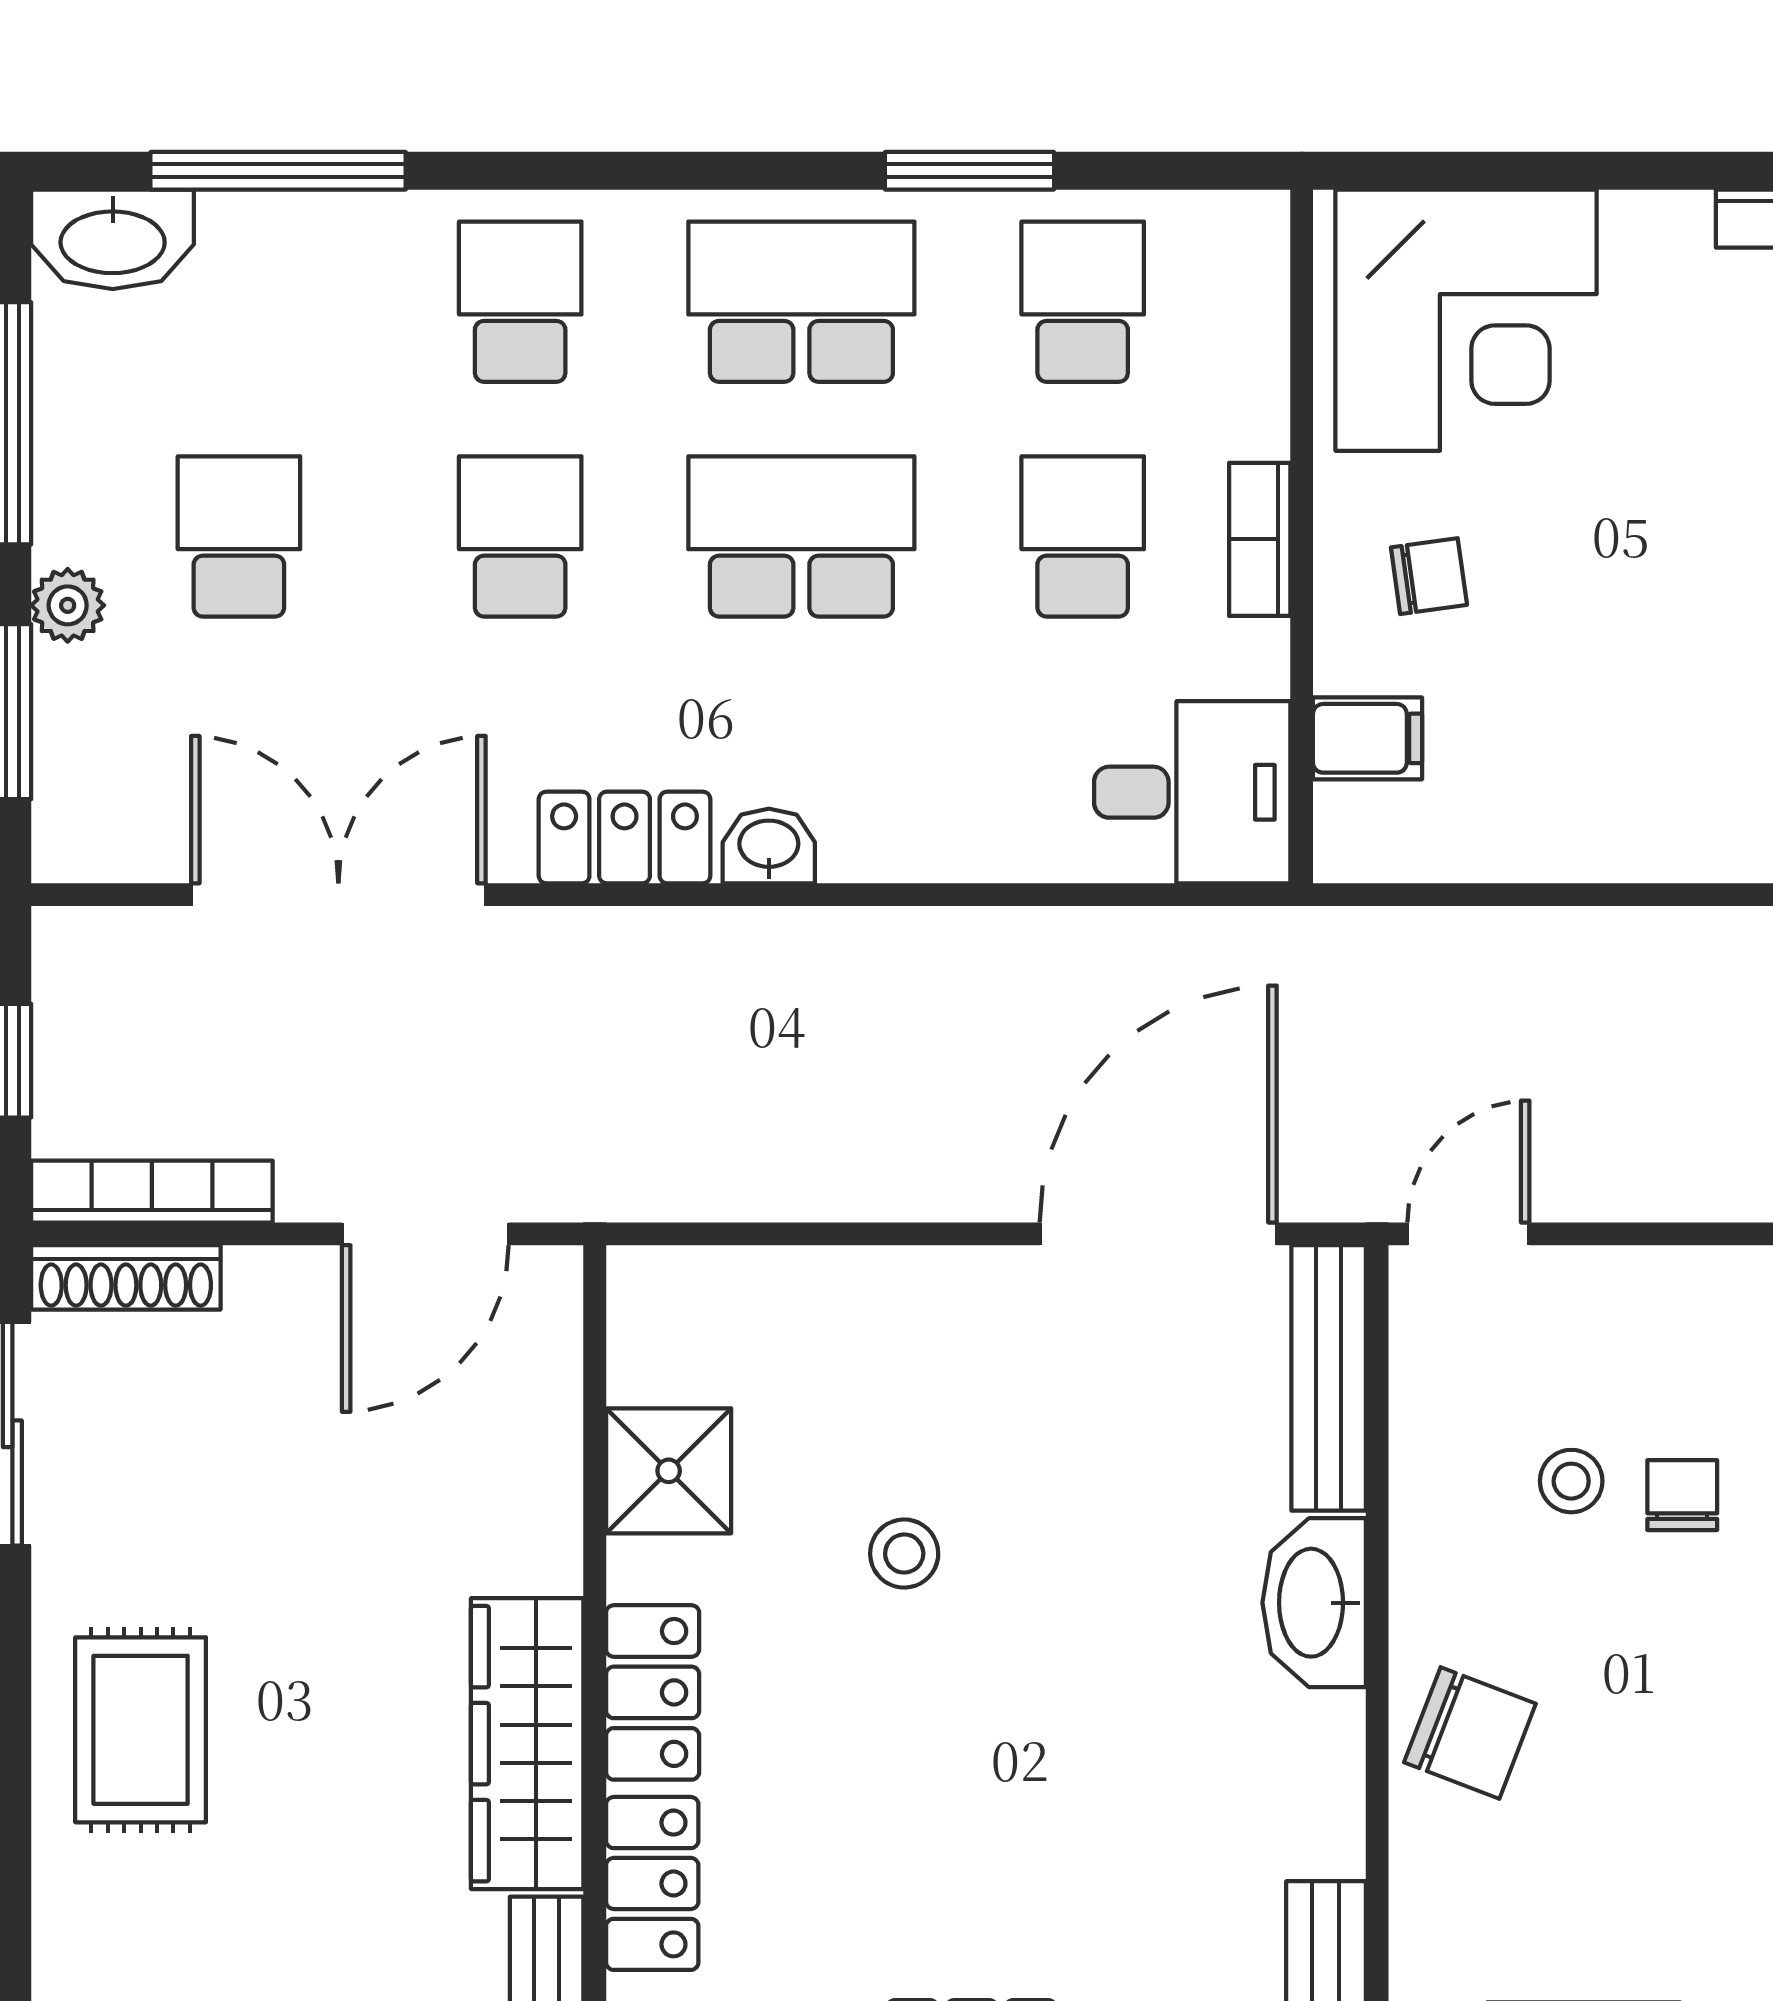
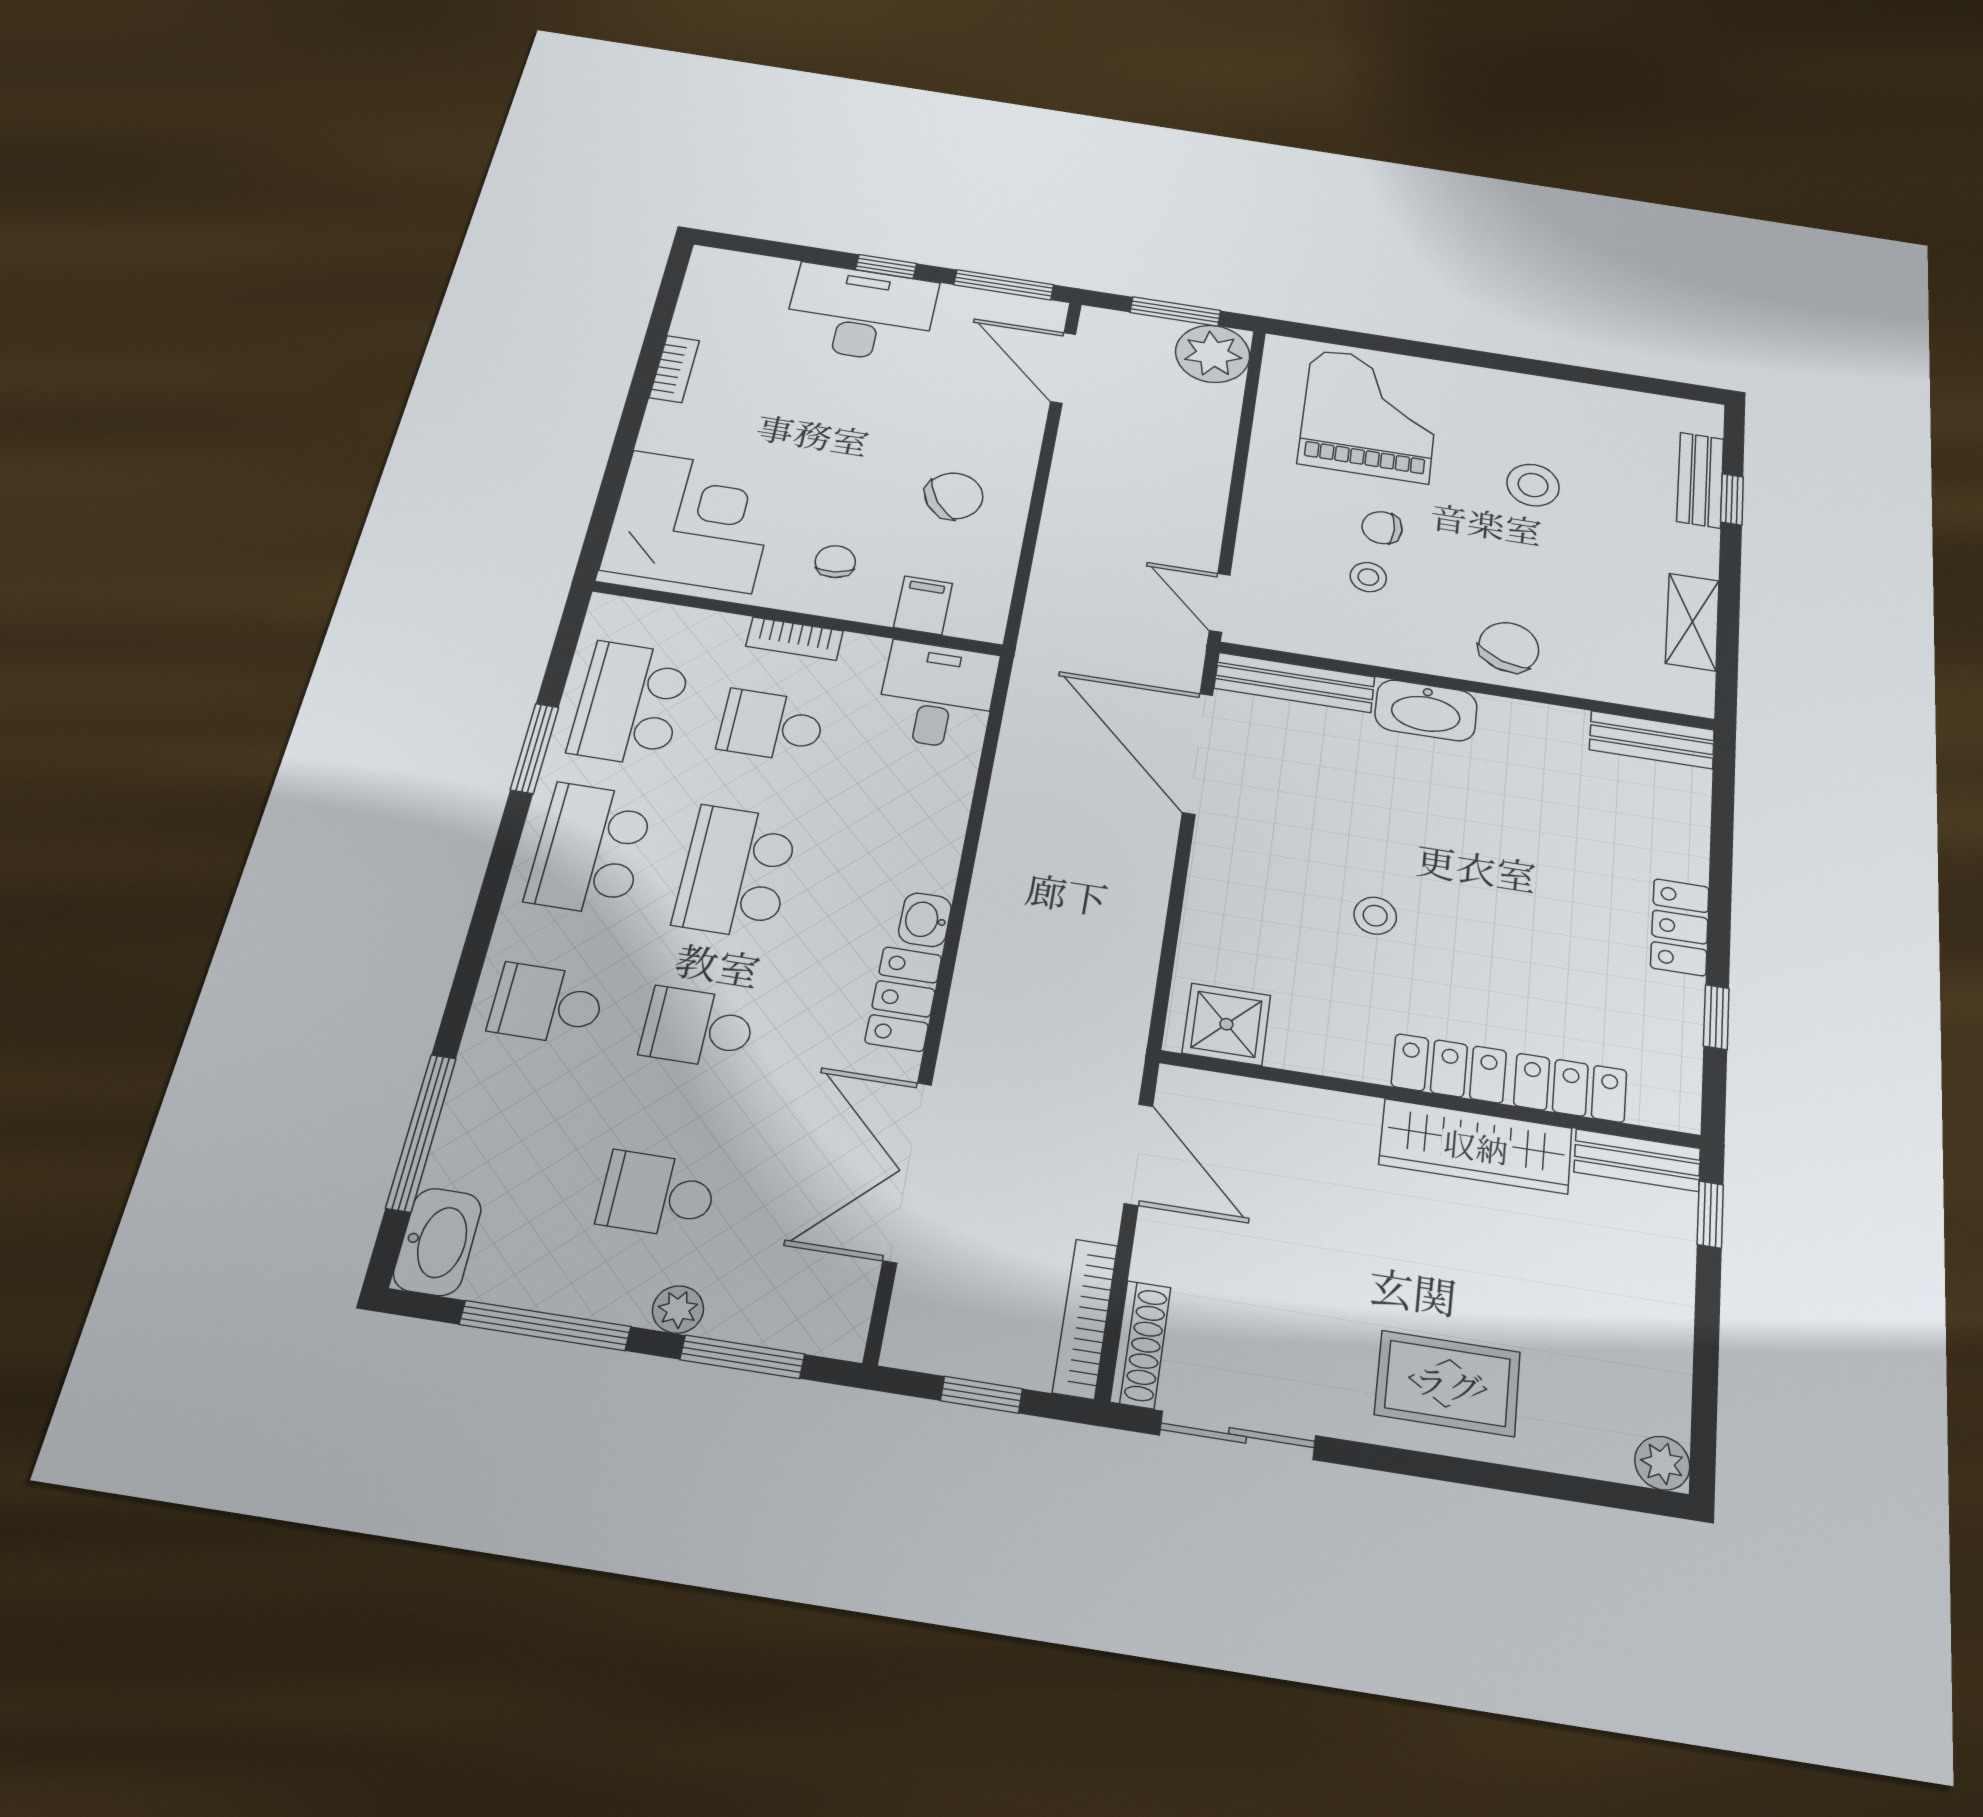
school desk: (1083, 302) -> (630, 704), width x1.85
chair: (1606, 751) -> (954, 496), added
shower: (669, 1471) -> (1226, 1024), moved

